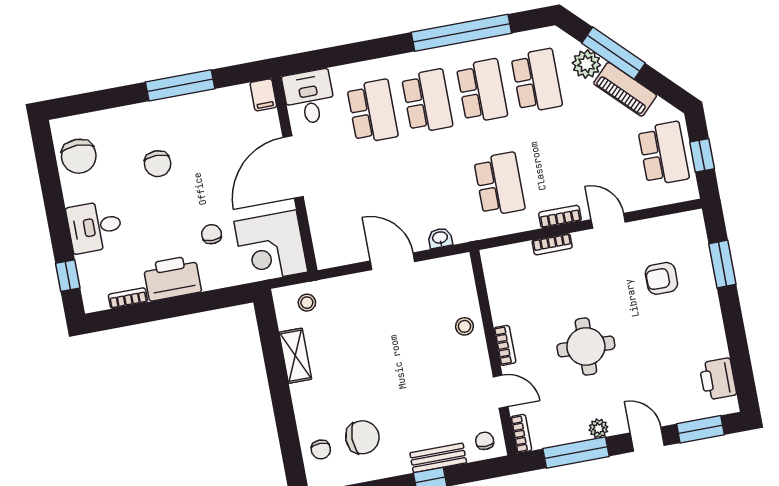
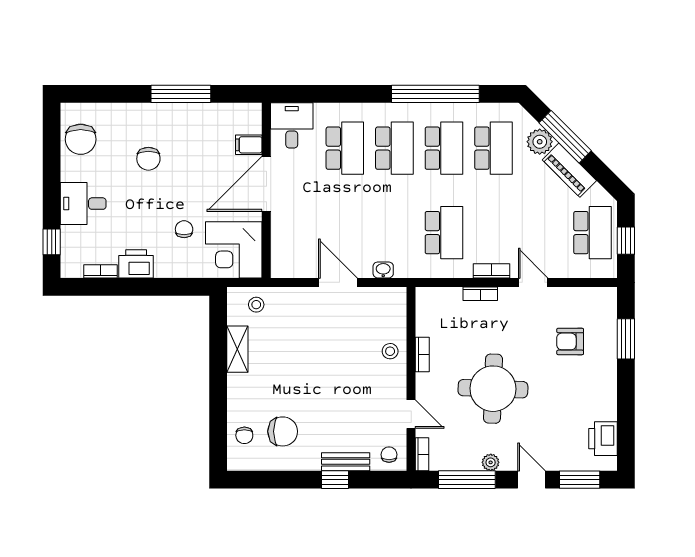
filing cabinet: (263, 95) -> (249, 145), moved, turned 90
printer: (172, 278) -> (136, 264), width x0.73, depth x0.84
bookcase: (505, 345) -> (422, 355), moved
round table: (586, 346) -> (493, 389), width x1.36, depth x1.36

